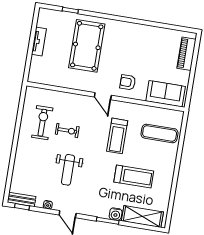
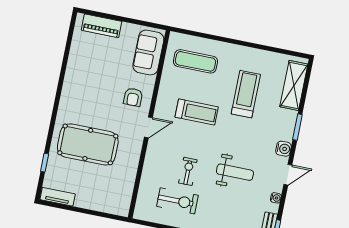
tv unit: (39, 42) -> (58, 197), moved
exercise bike: (42, 123) -> (177, 201), turned 180
exercise mat: (160, 133) -> (195, 61), turned 90
water cooler: (116, 214) -> (283, 149), moved

